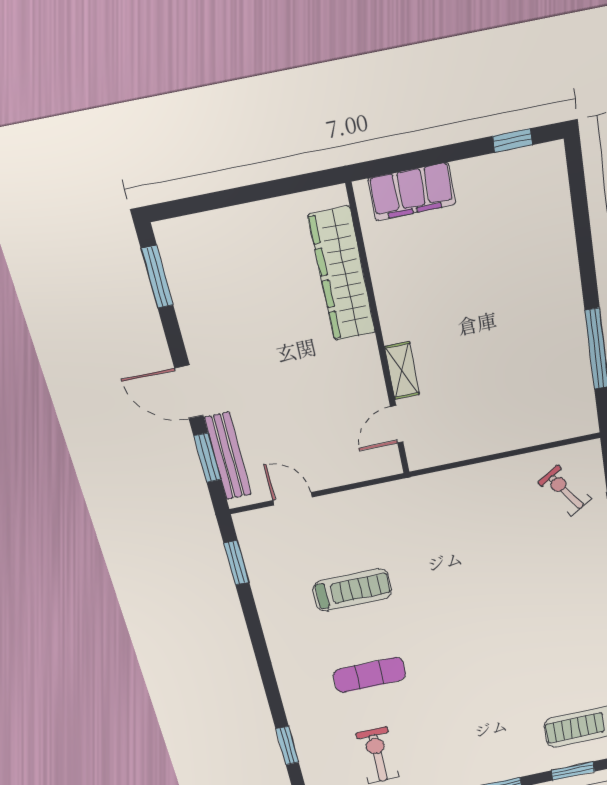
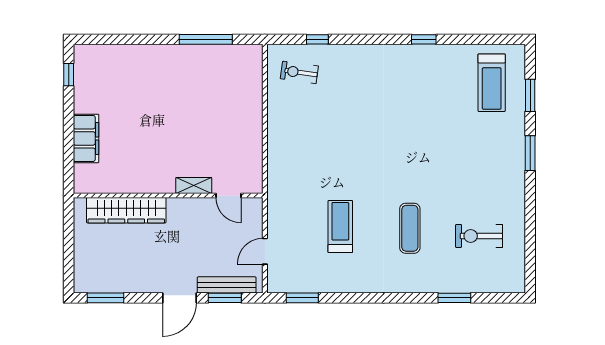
wardrobe: (342, 275) -> (126, 210), moved
wall: (379, 335) -> (168, 195), moved
shelving: (402, 371) -> (194, 185), moved
door: (397, 424) -> (229, 195), moved
exercise bike: (565, 491) -> (299, 72), turned 42

